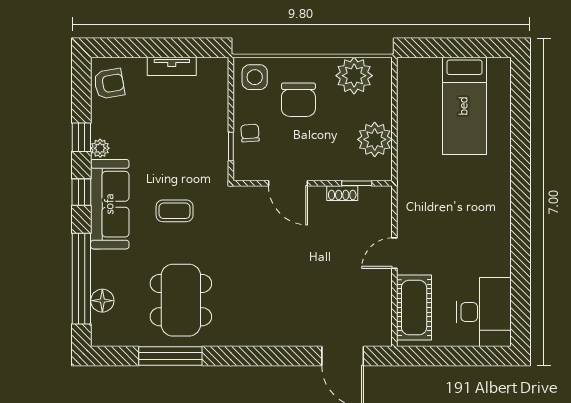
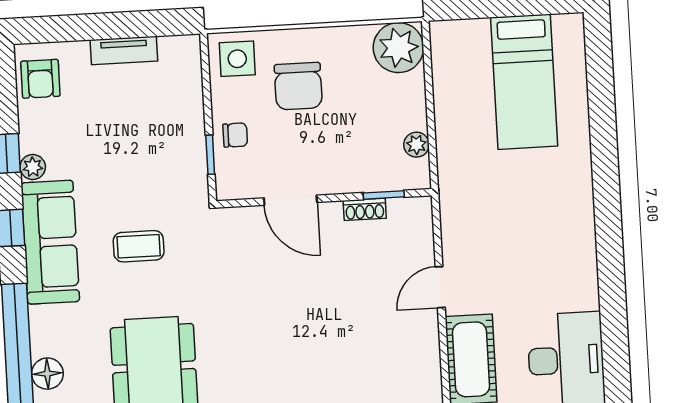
plant: (354, 76) -> (398, 48), moved
armchair: (109, 84) -> (40, 79), turned 100
chair: (250, 133) -> (235, 135), turned 94
plant: (375, 139) -> (416, 145), width x0.53, depth x0.53

